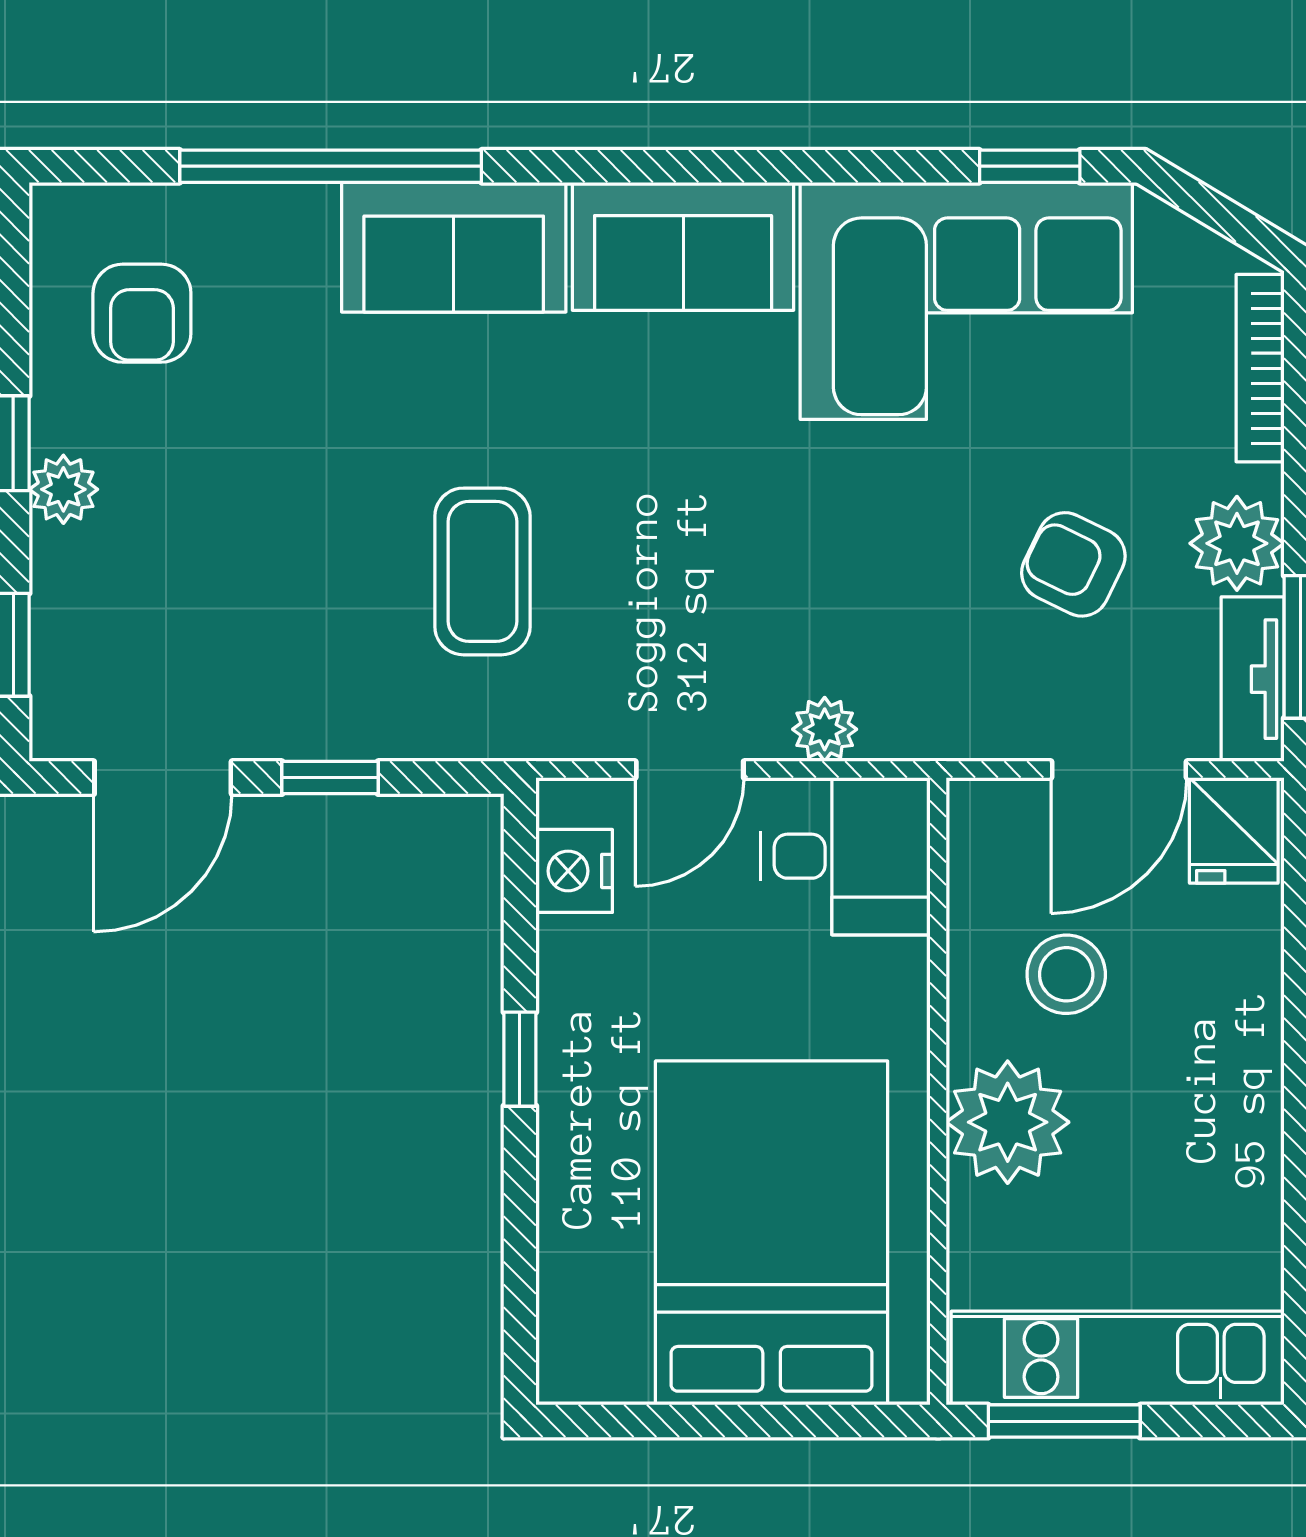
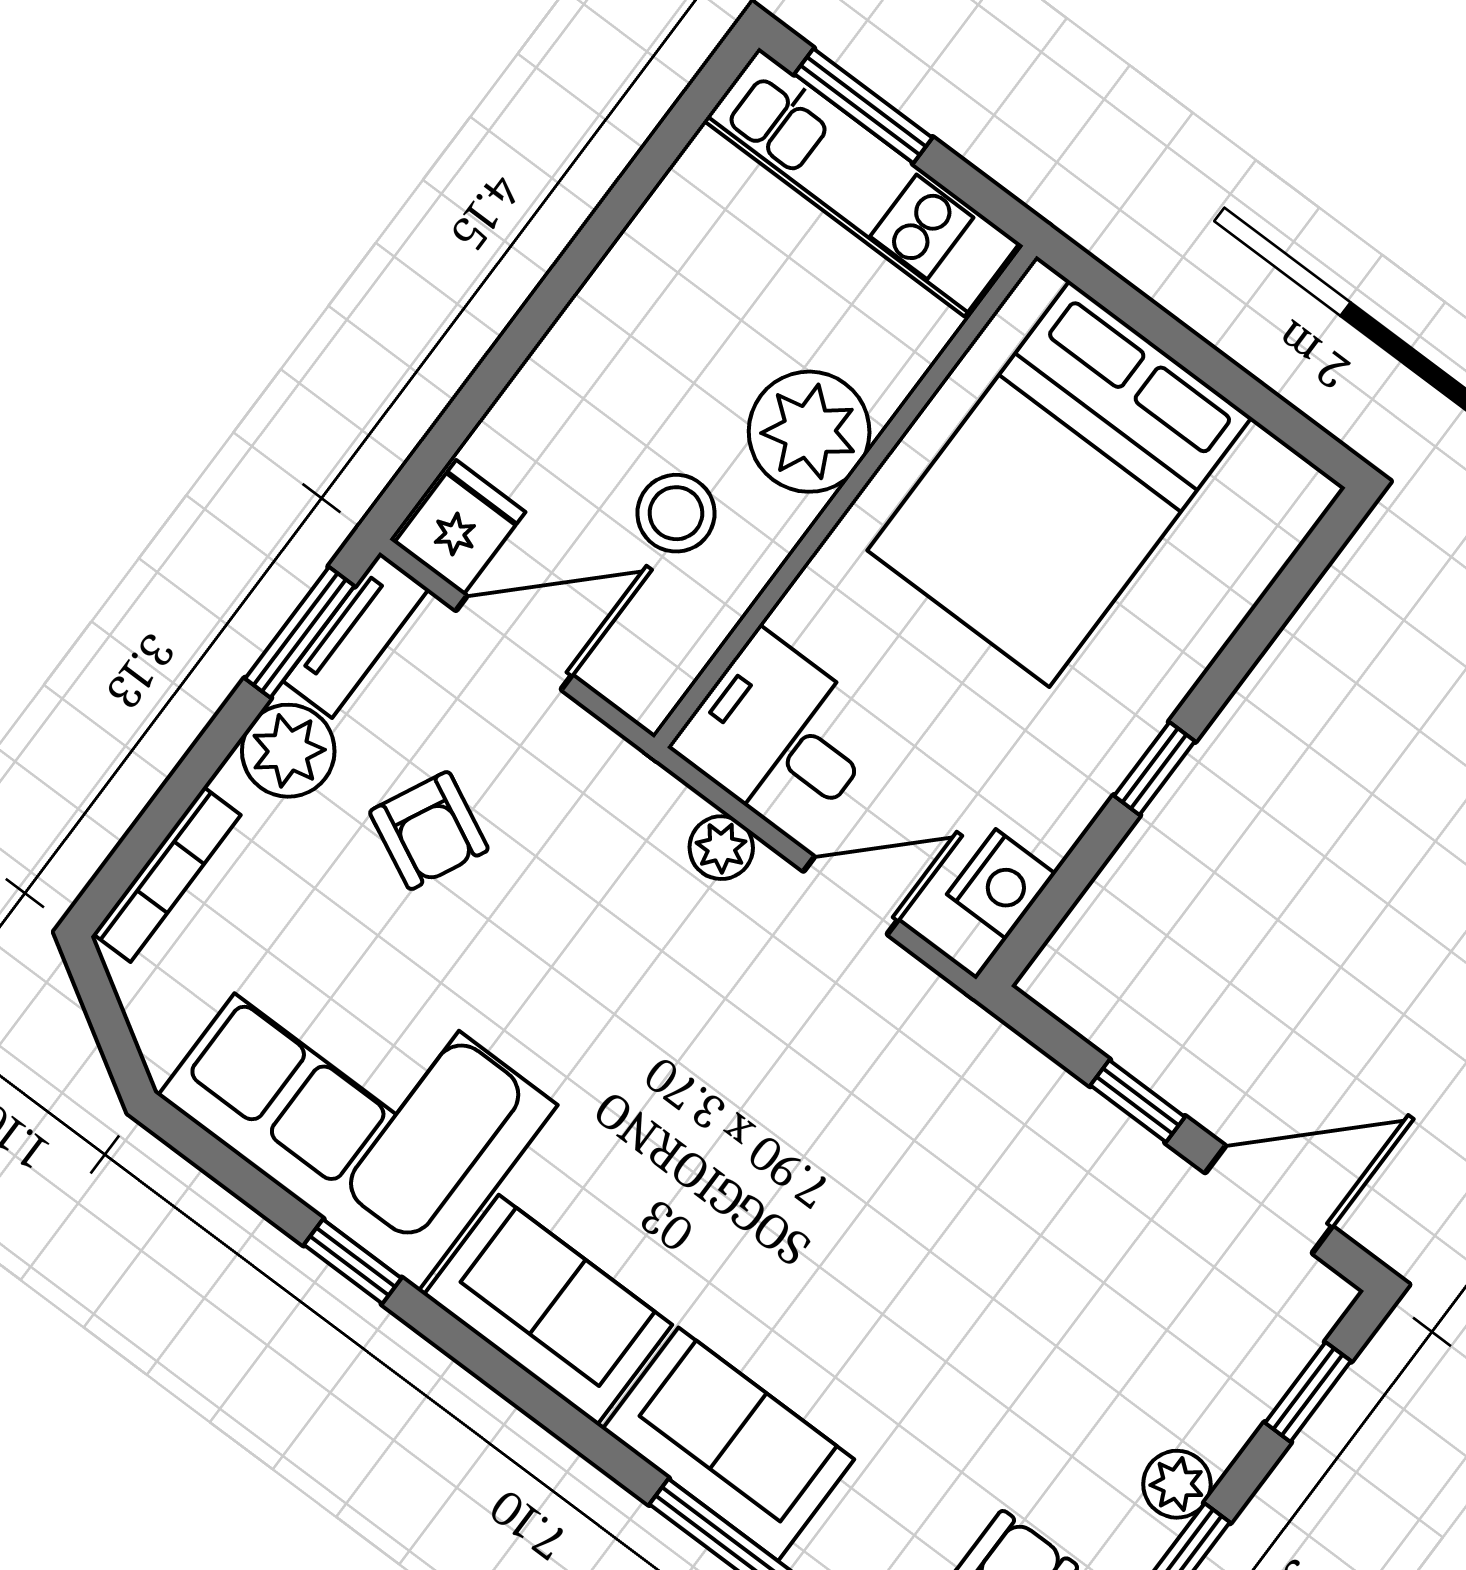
window: (1030, 166) -> (353, 1262), moved
coffee table: (482, 571) -> (897, 1173), removed
window: (1064, 1421) -> (863, 106), moved

